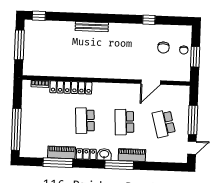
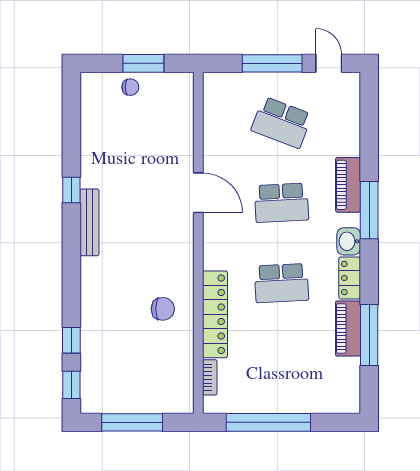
window: (61, 17) -> (71, 340), added
window: (149, 20) -> (71, 190), moved
bench: (92, 27) -> (90, 222), moved
chair: (163, 48) -> (163, 309), moved
door: (151, 82) -> (198, 193), moved
school desk: (164, 124) -> (282, 122), turned 36
window: (16, 129) -> (268, 422), moved

